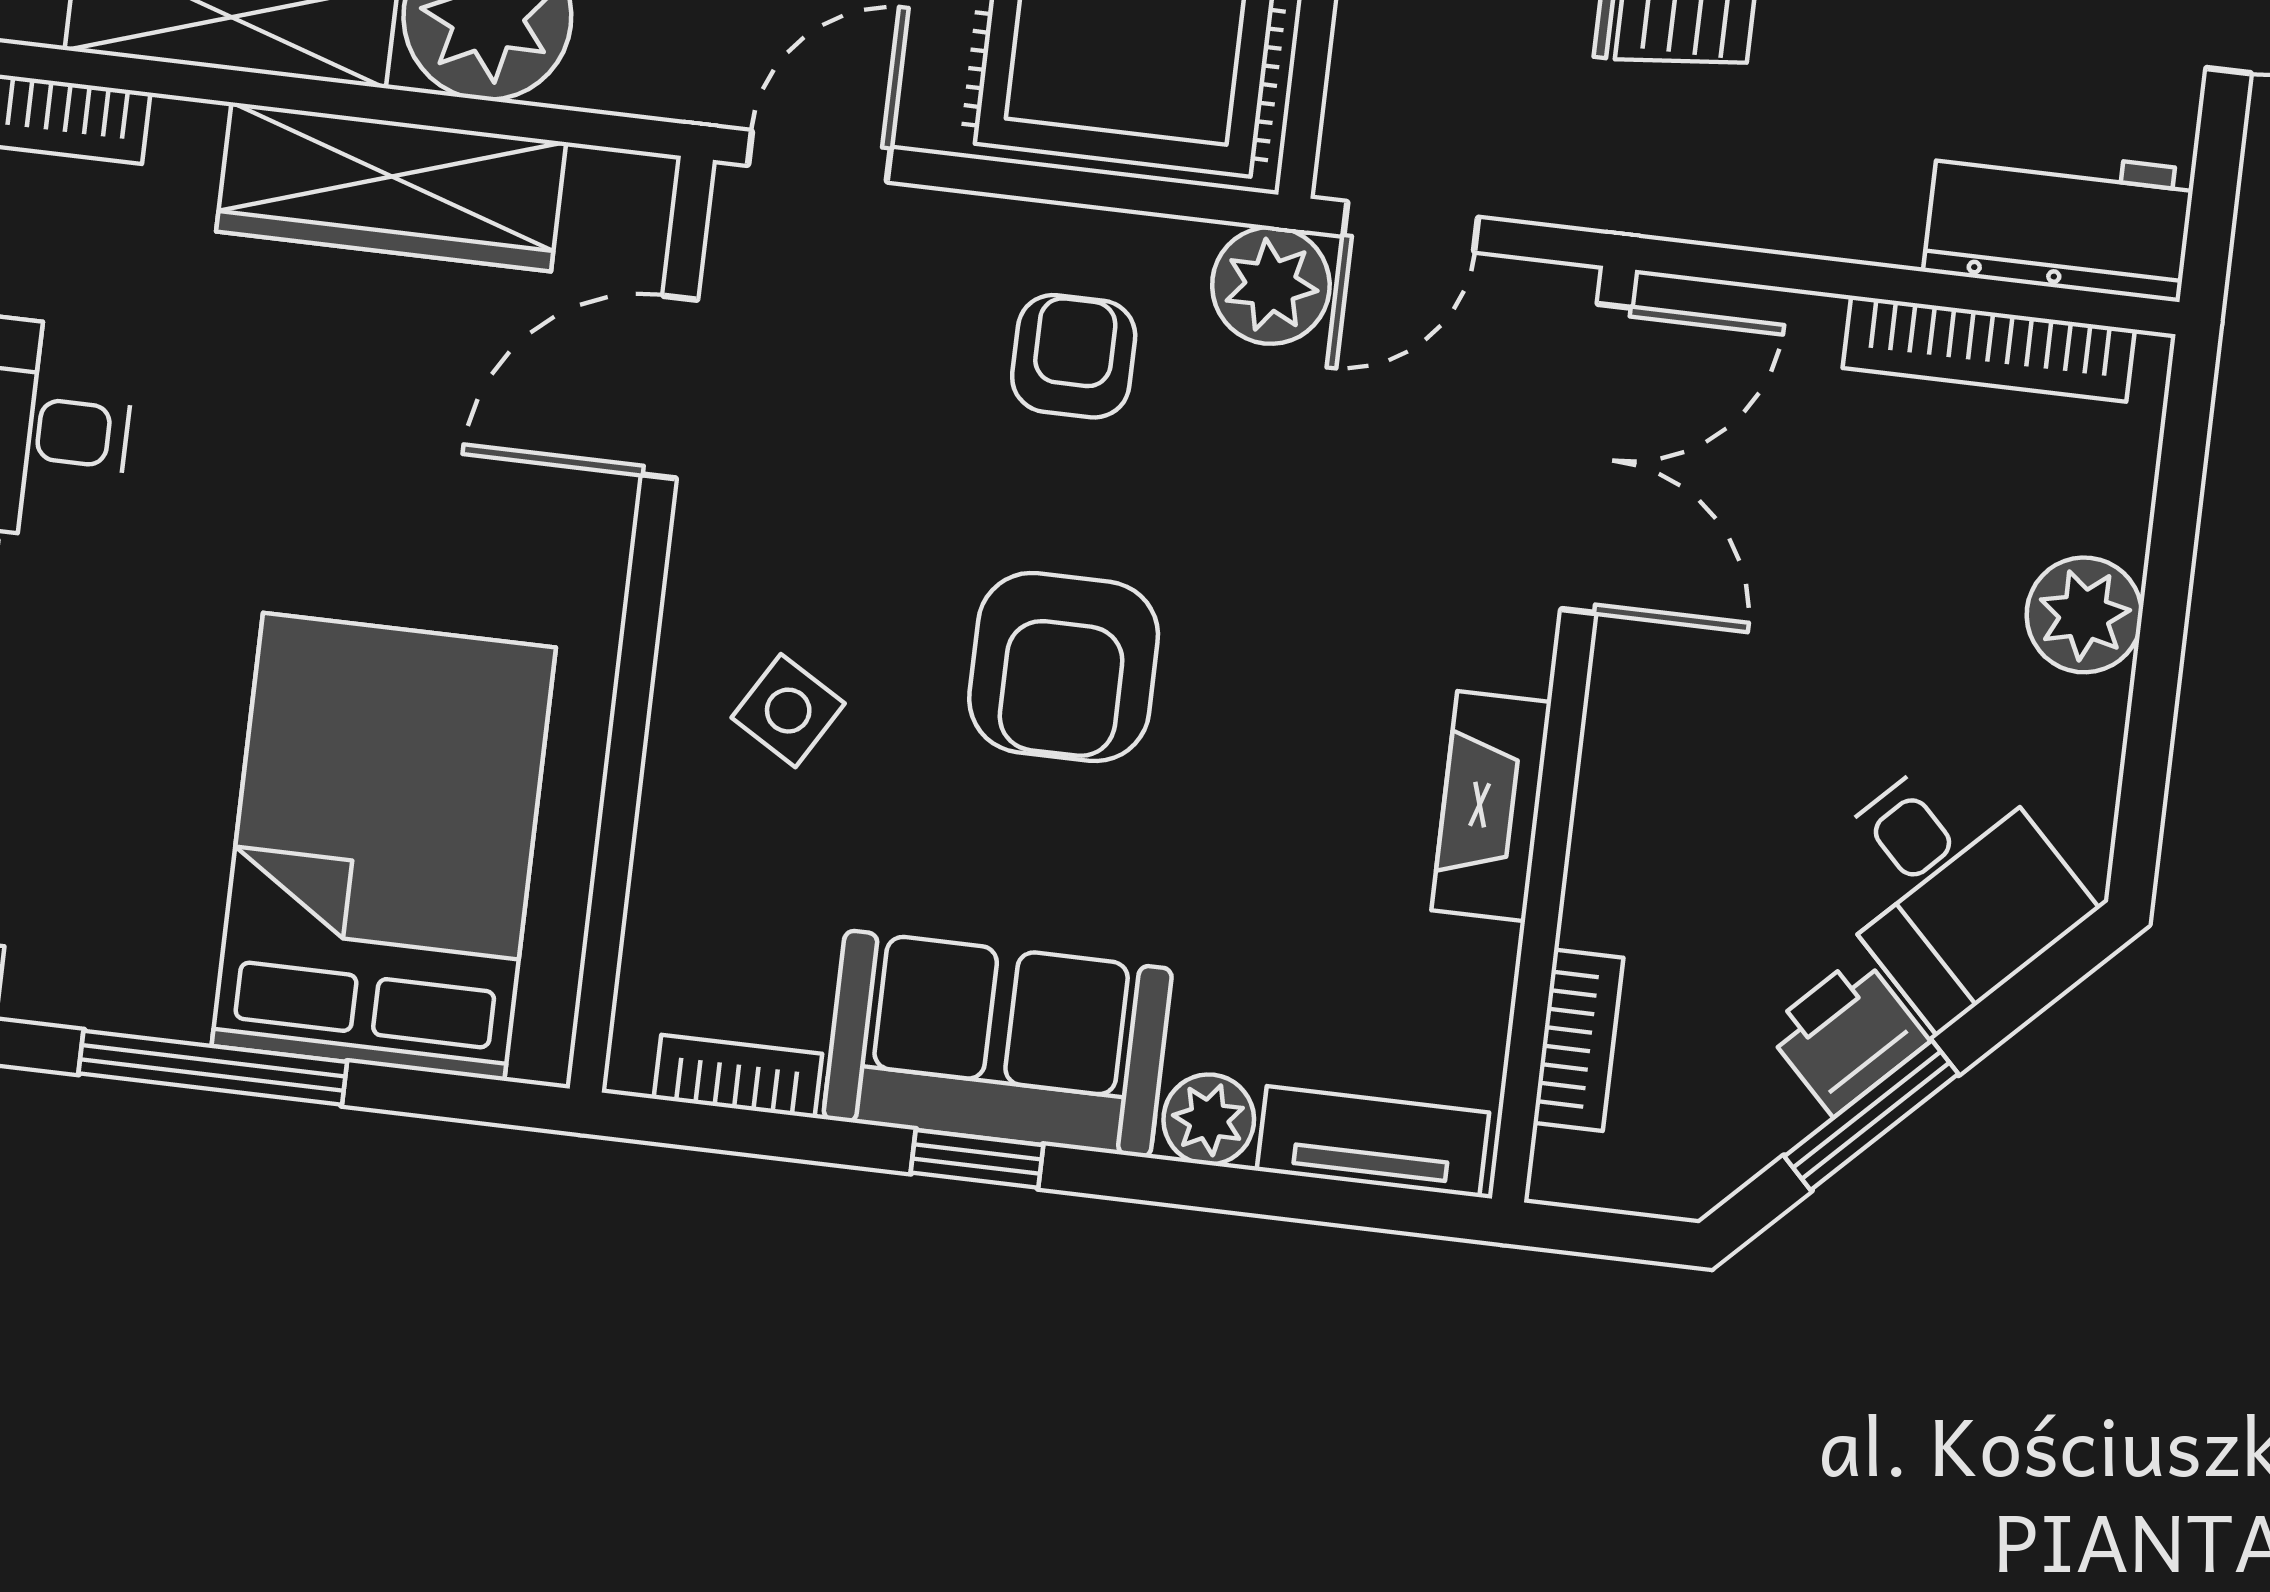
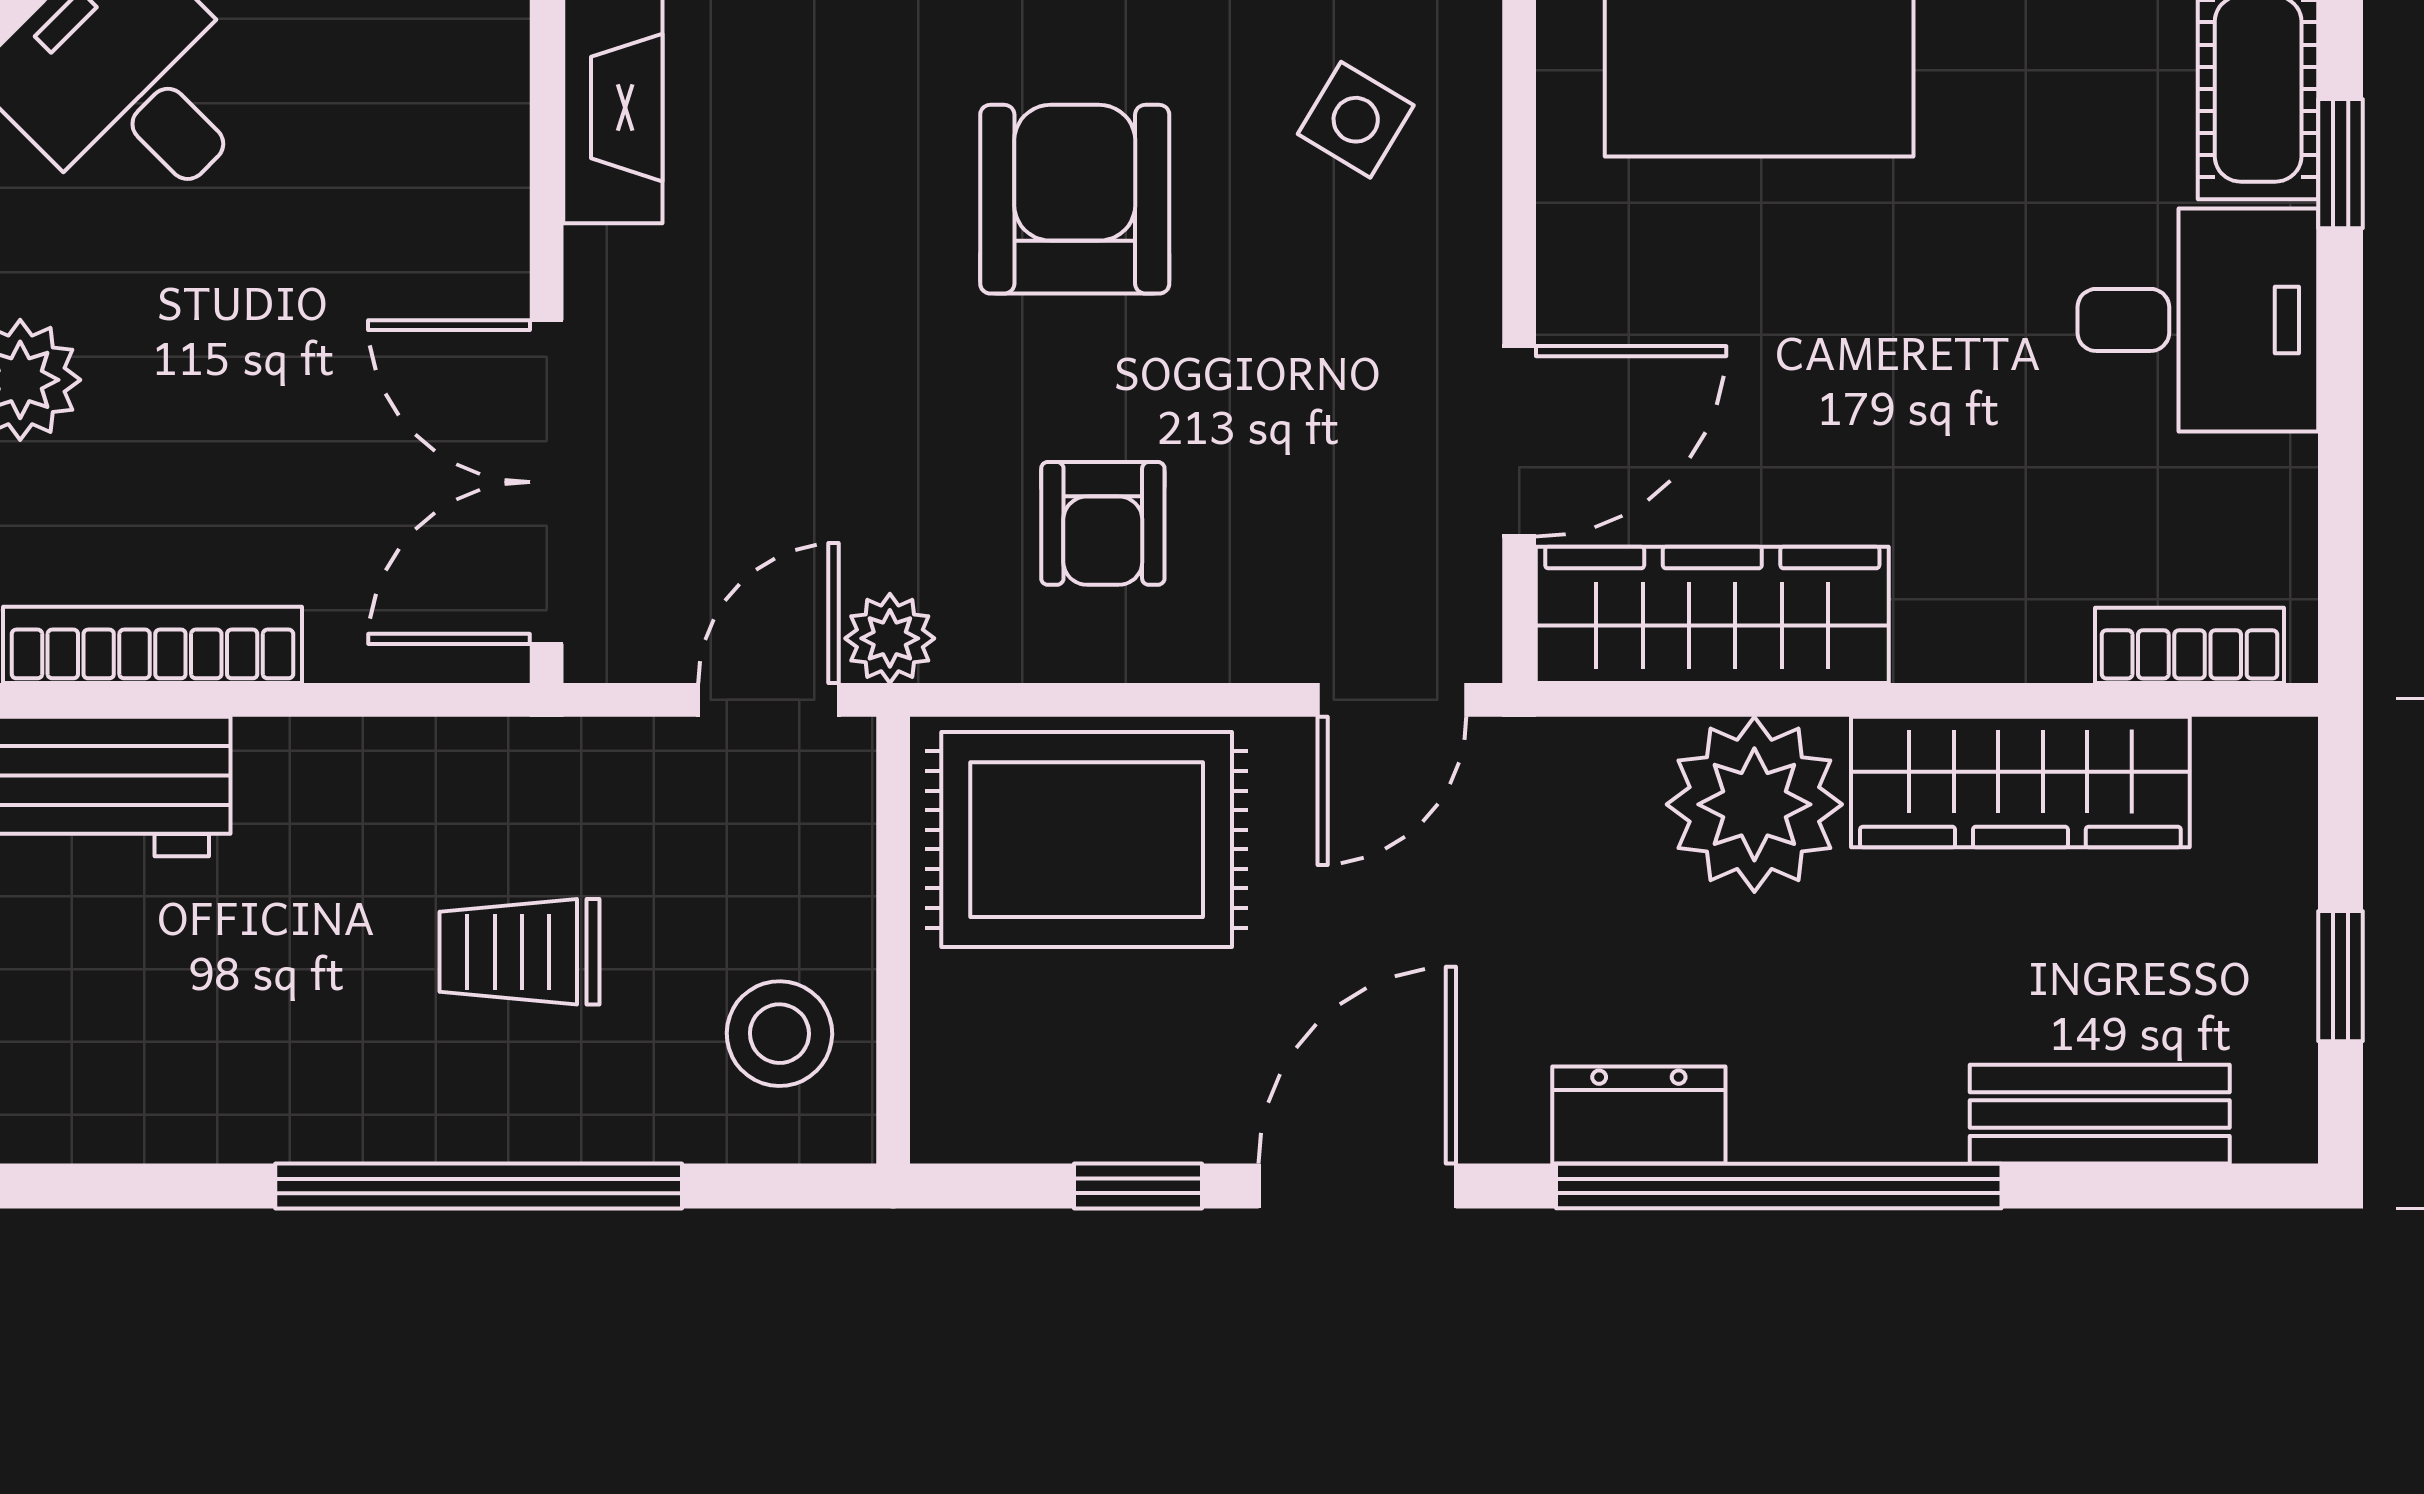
wardrobe: (391, 187) -> (1712, 615), moved
plant: (1271, 285) -> (890, 638), width x0.73, depth x0.73

